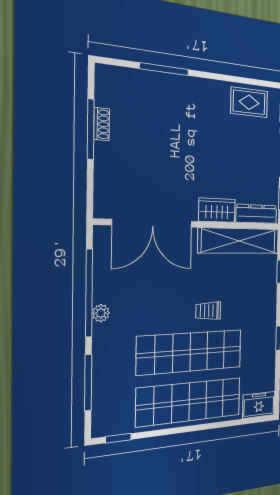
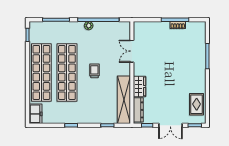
double door: (153, 223) -> (132, 51), width x0.54
trolley: (208, 311) -> (94, 71), moved

